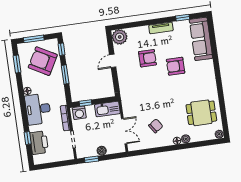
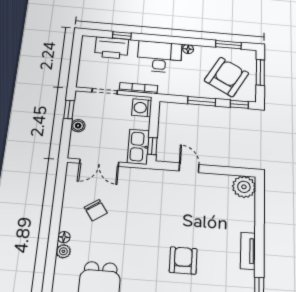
armchair: (147, 58) -> (204, 220), removed
door: (113, 61) -> (189, 168), moved
window: (85, 103) -> (152, 146), moved

